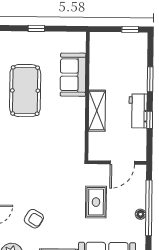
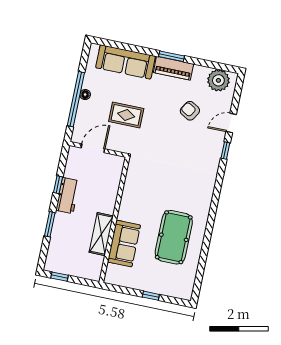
shelving: (97, 111) -> (101, 234), moved
rug: (96, 202) -> (126, 115), turned 90

